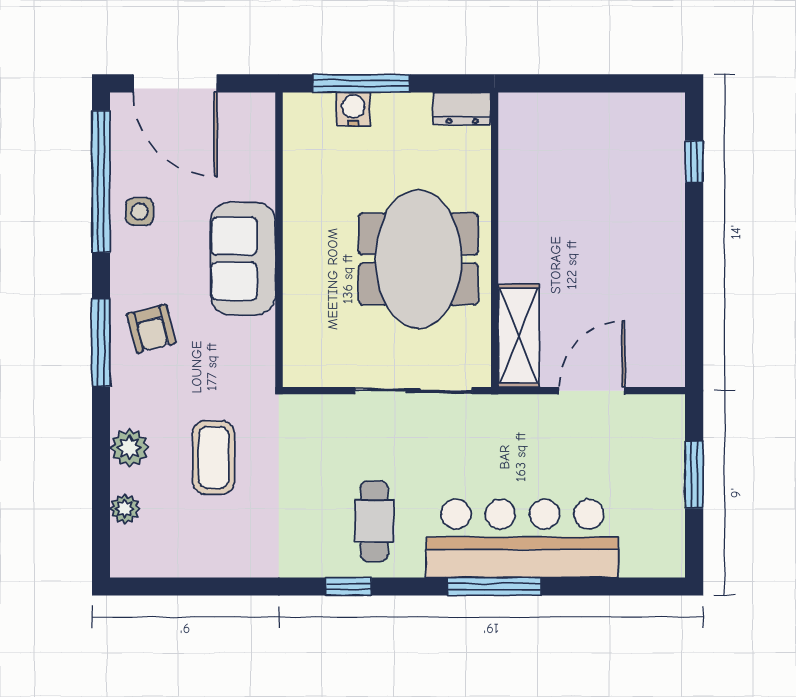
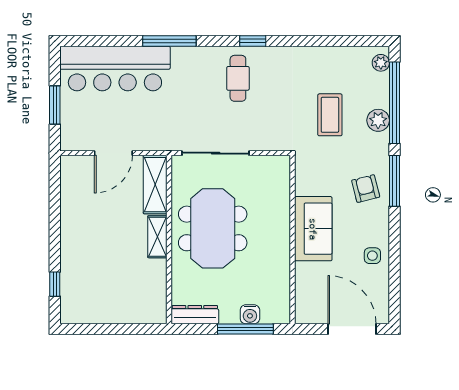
dresser: (462, 108) -> (195, 315), width x1.44
window: (101, 182) -> (394, 103), moved
shelving: (515, 245) -> (157, 237), added
plant: (125, 509) -> (381, 63), moved
bar counter: (522, 538) -> (115, 68), moved

